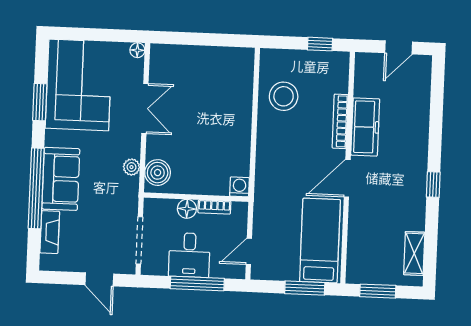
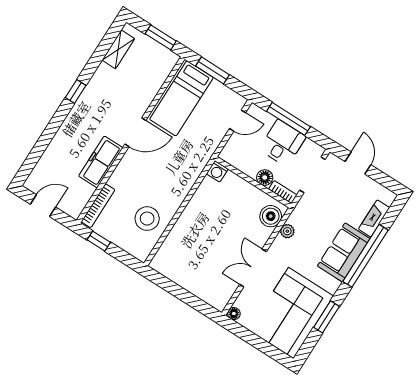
bookcase: (340, 121) -> (98, 206), moved
bookcase: (214, 207) -> (283, 192), moved

